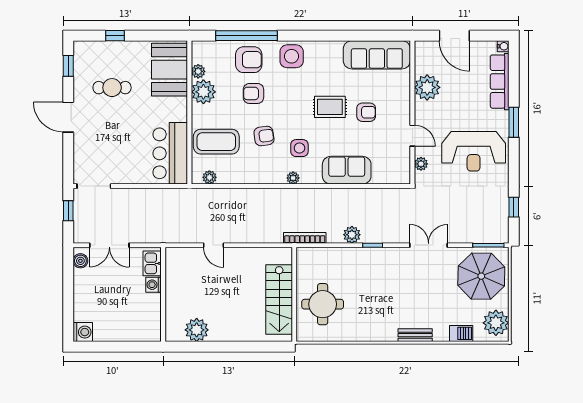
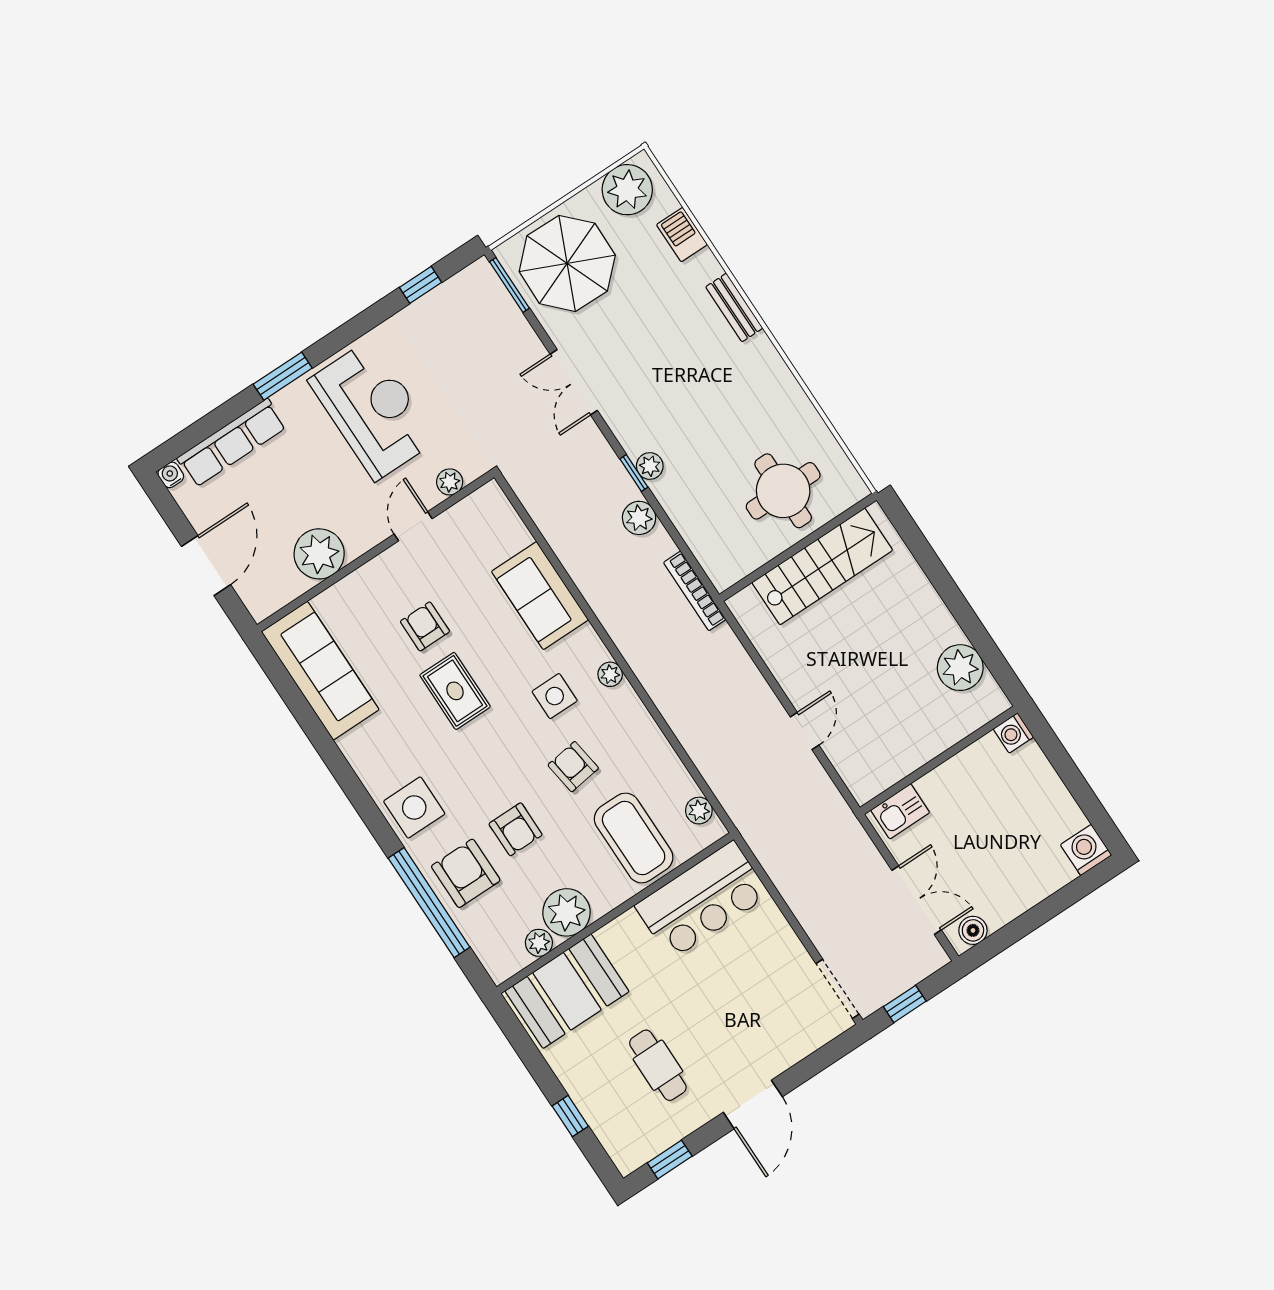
plant: (371, 254) -> (650, 466), added
washing machine: (154, 285) -> (1013, 733), moved, turned 90

